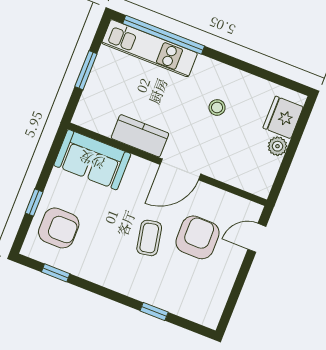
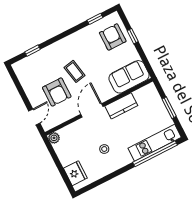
plant: (277, 146) -> (54, 138), moved
armchair: (59, 228) -> (113, 37), turned 90
window: (154, 311) -> (32, 51), moved

